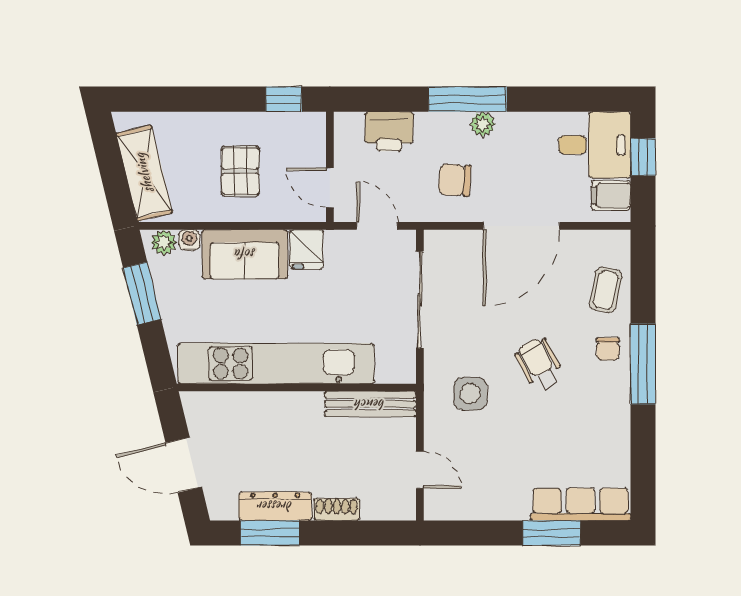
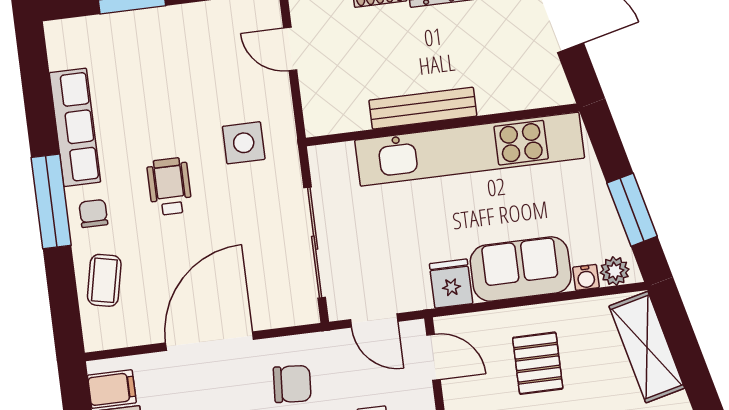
wheelchair: (539, 364) -> (169, 186), turned -152
bench: (370, 404) -> (423, 108), moved
row of seats: (580, 504) -> (75, 127), moved, turned -90

